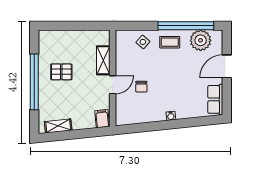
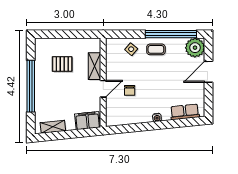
plant: (201, 40) -> (195, 48), moved
pallet: (61, 72) -> (62, 64), moved
row of seats: (215, 99) -> (185, 112), moved, turned 84
filing cabinet: (102, 119) -> (88, 121), width x2.00

